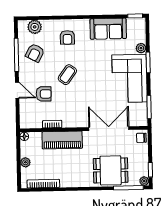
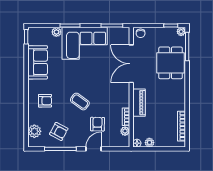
plant: (37, 123) -> (125, 131), added
piano: (62, 140) -> (139, 103), width x0.73, depth x0.75
plant: (25, 162) -> (149, 143), moved

